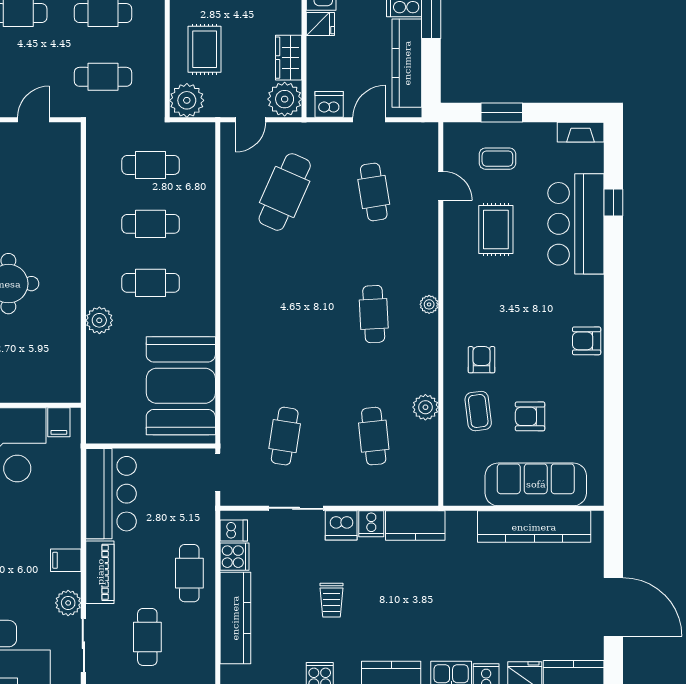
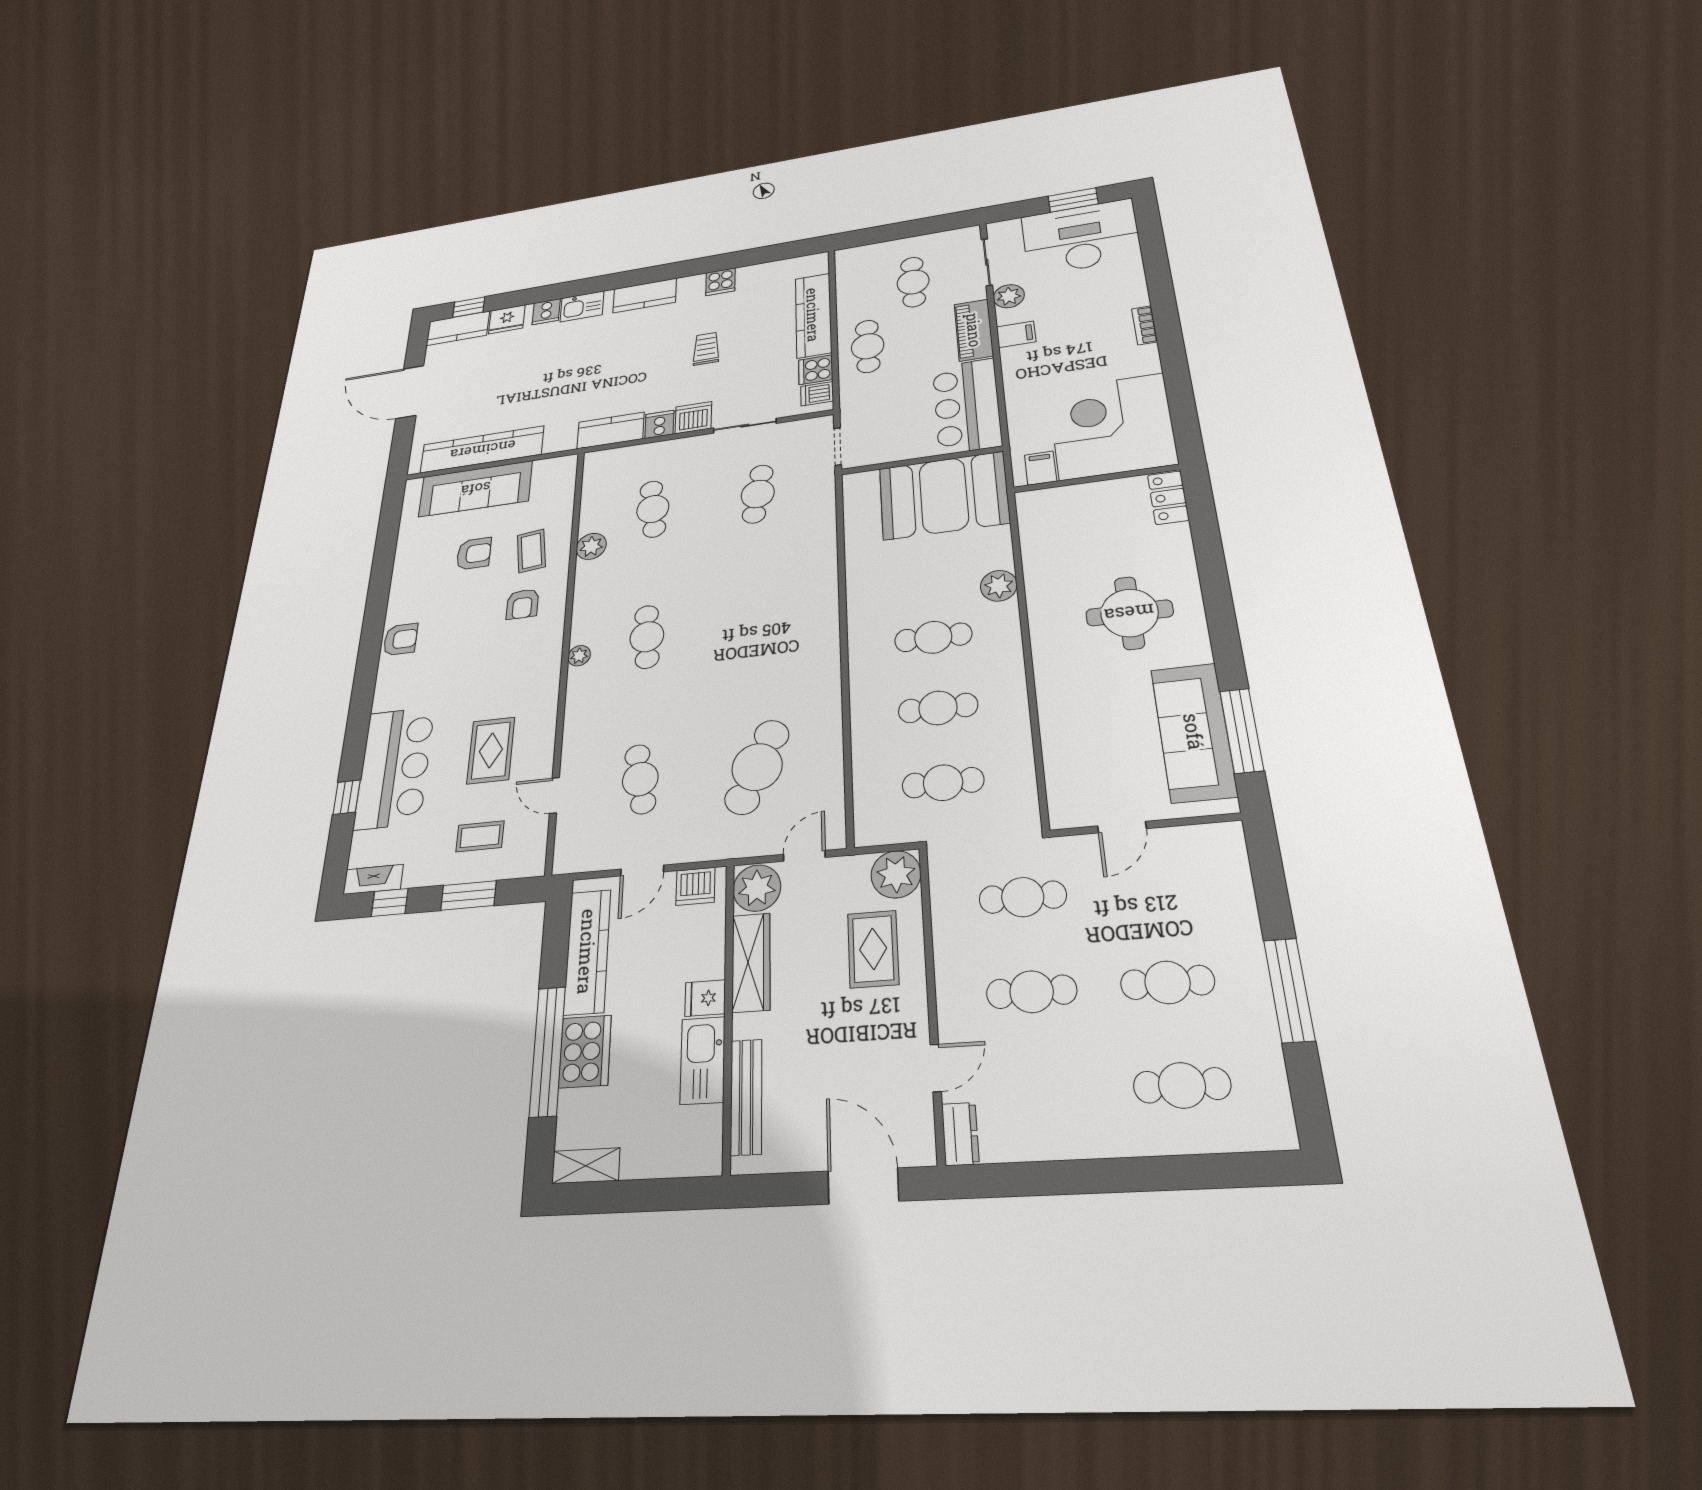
wardrobe: (289, 58) -> (751, 962), width x1.50
window: (564, 113) -> (390, 902), added
booth: (181, 386) -> (944, 495), moved, turned 90

